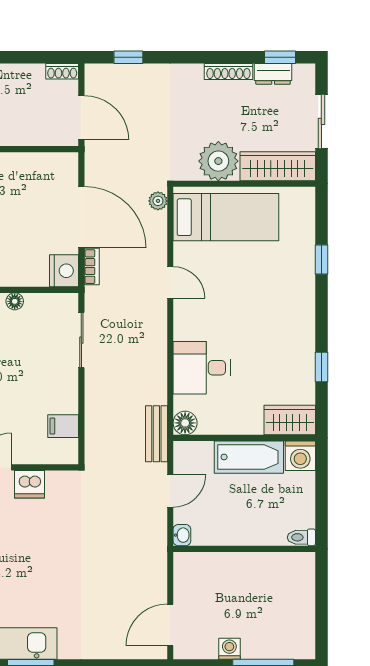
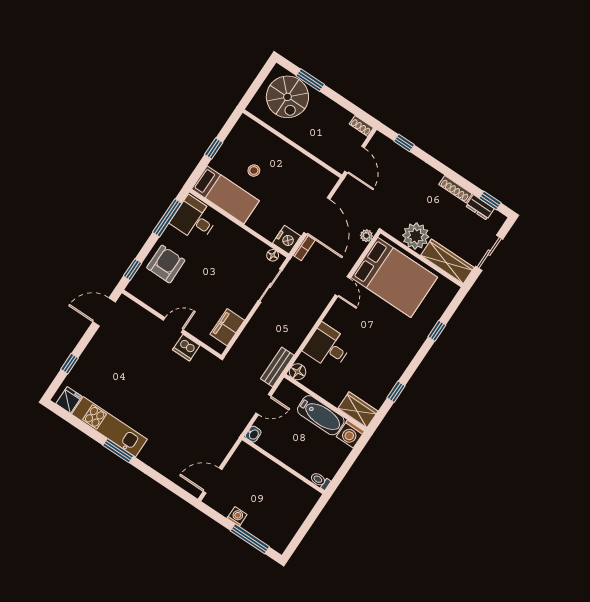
bed: (226, 217) -> (394, 277), width x1.50
floor lamp: (15, 301) -> (273, 255), moved
filing cabinet: (63, 426) -> (227, 327), width x2.00

